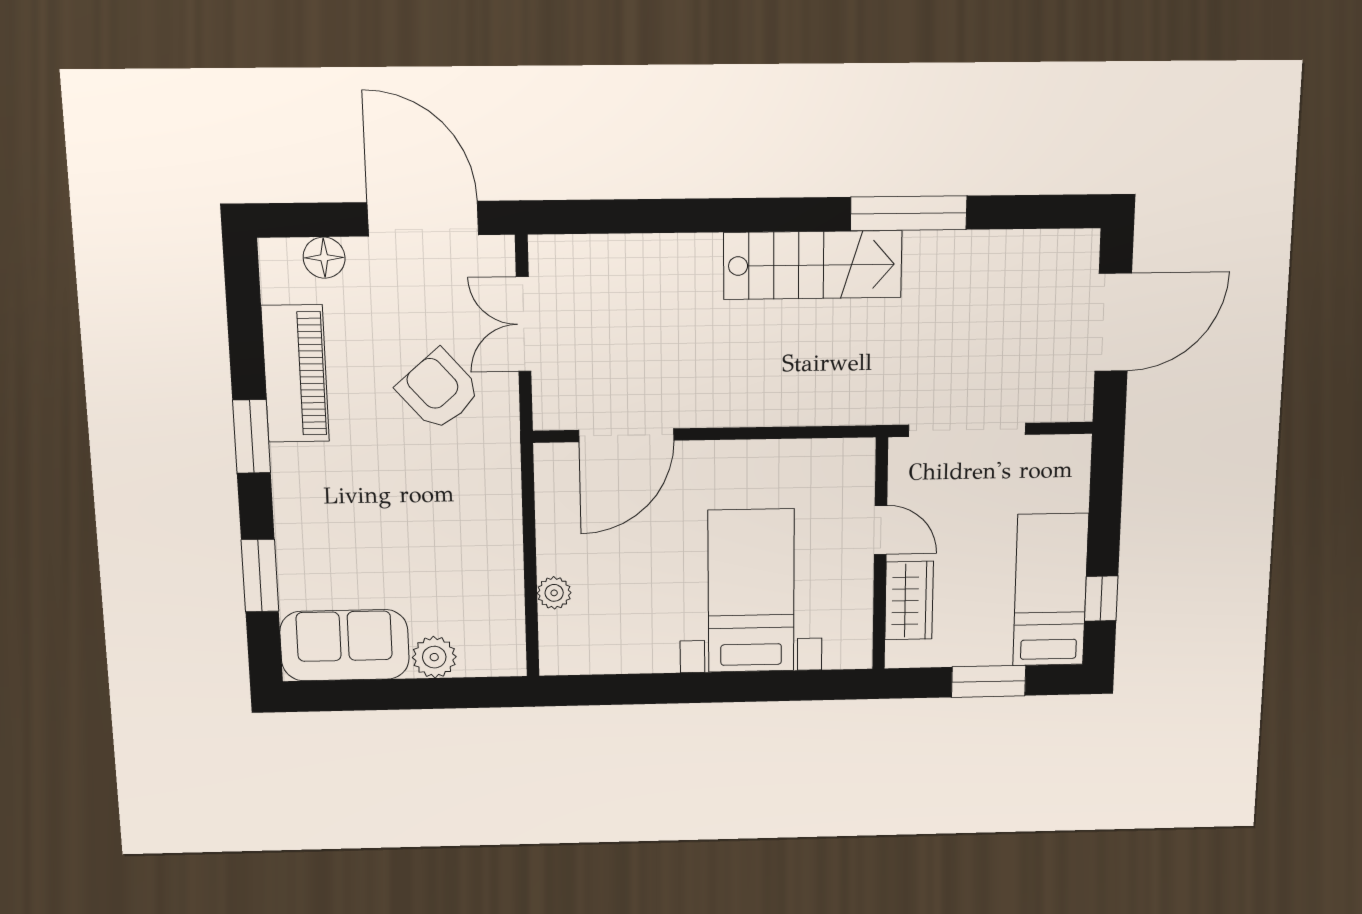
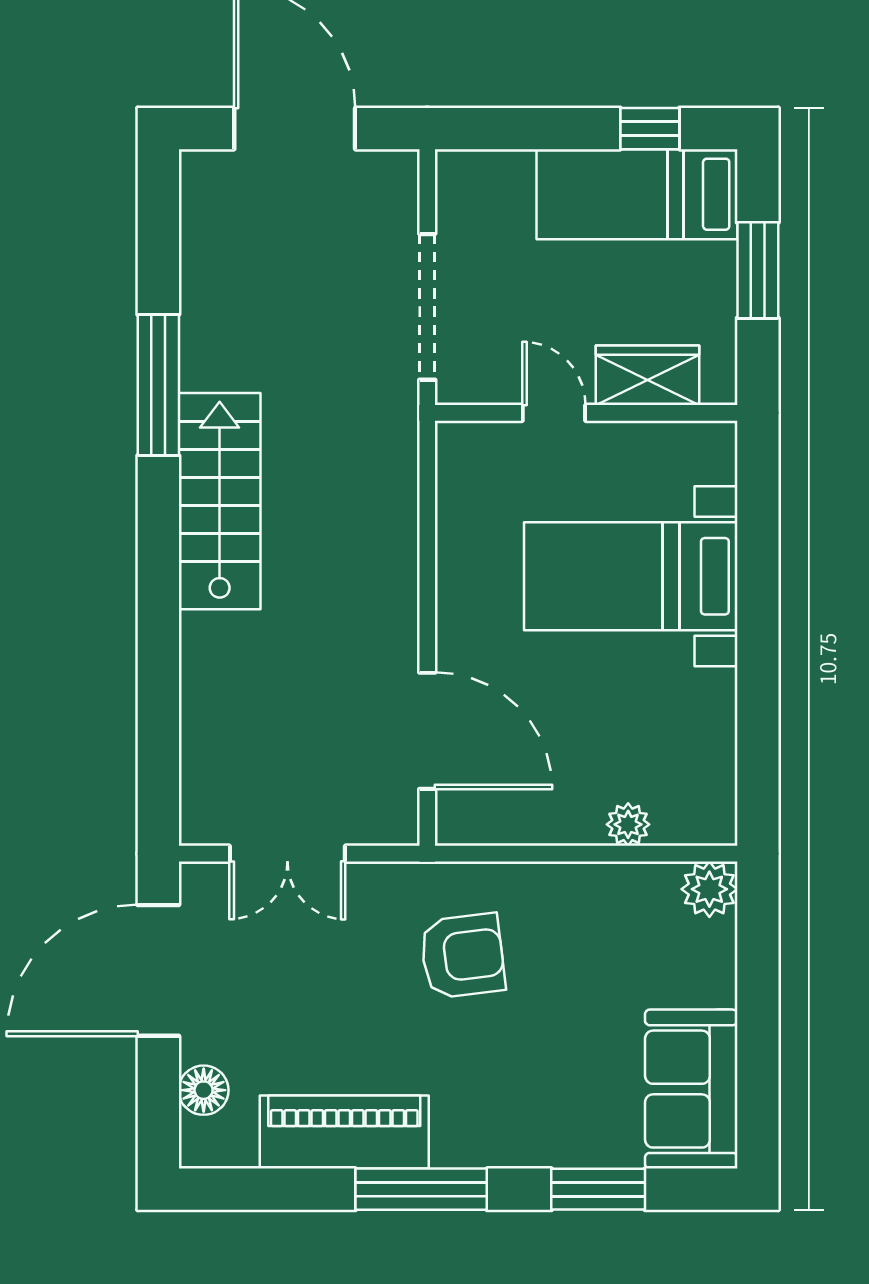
armchair: (439, 390) -> (463, 956), moved, turned -146
window: (252, 436) -> (421, 1189), width x1.44
door: (881, 530) -> (554, 413), hinge flipped
plant: (434, 657) -> (709, 889), moved

